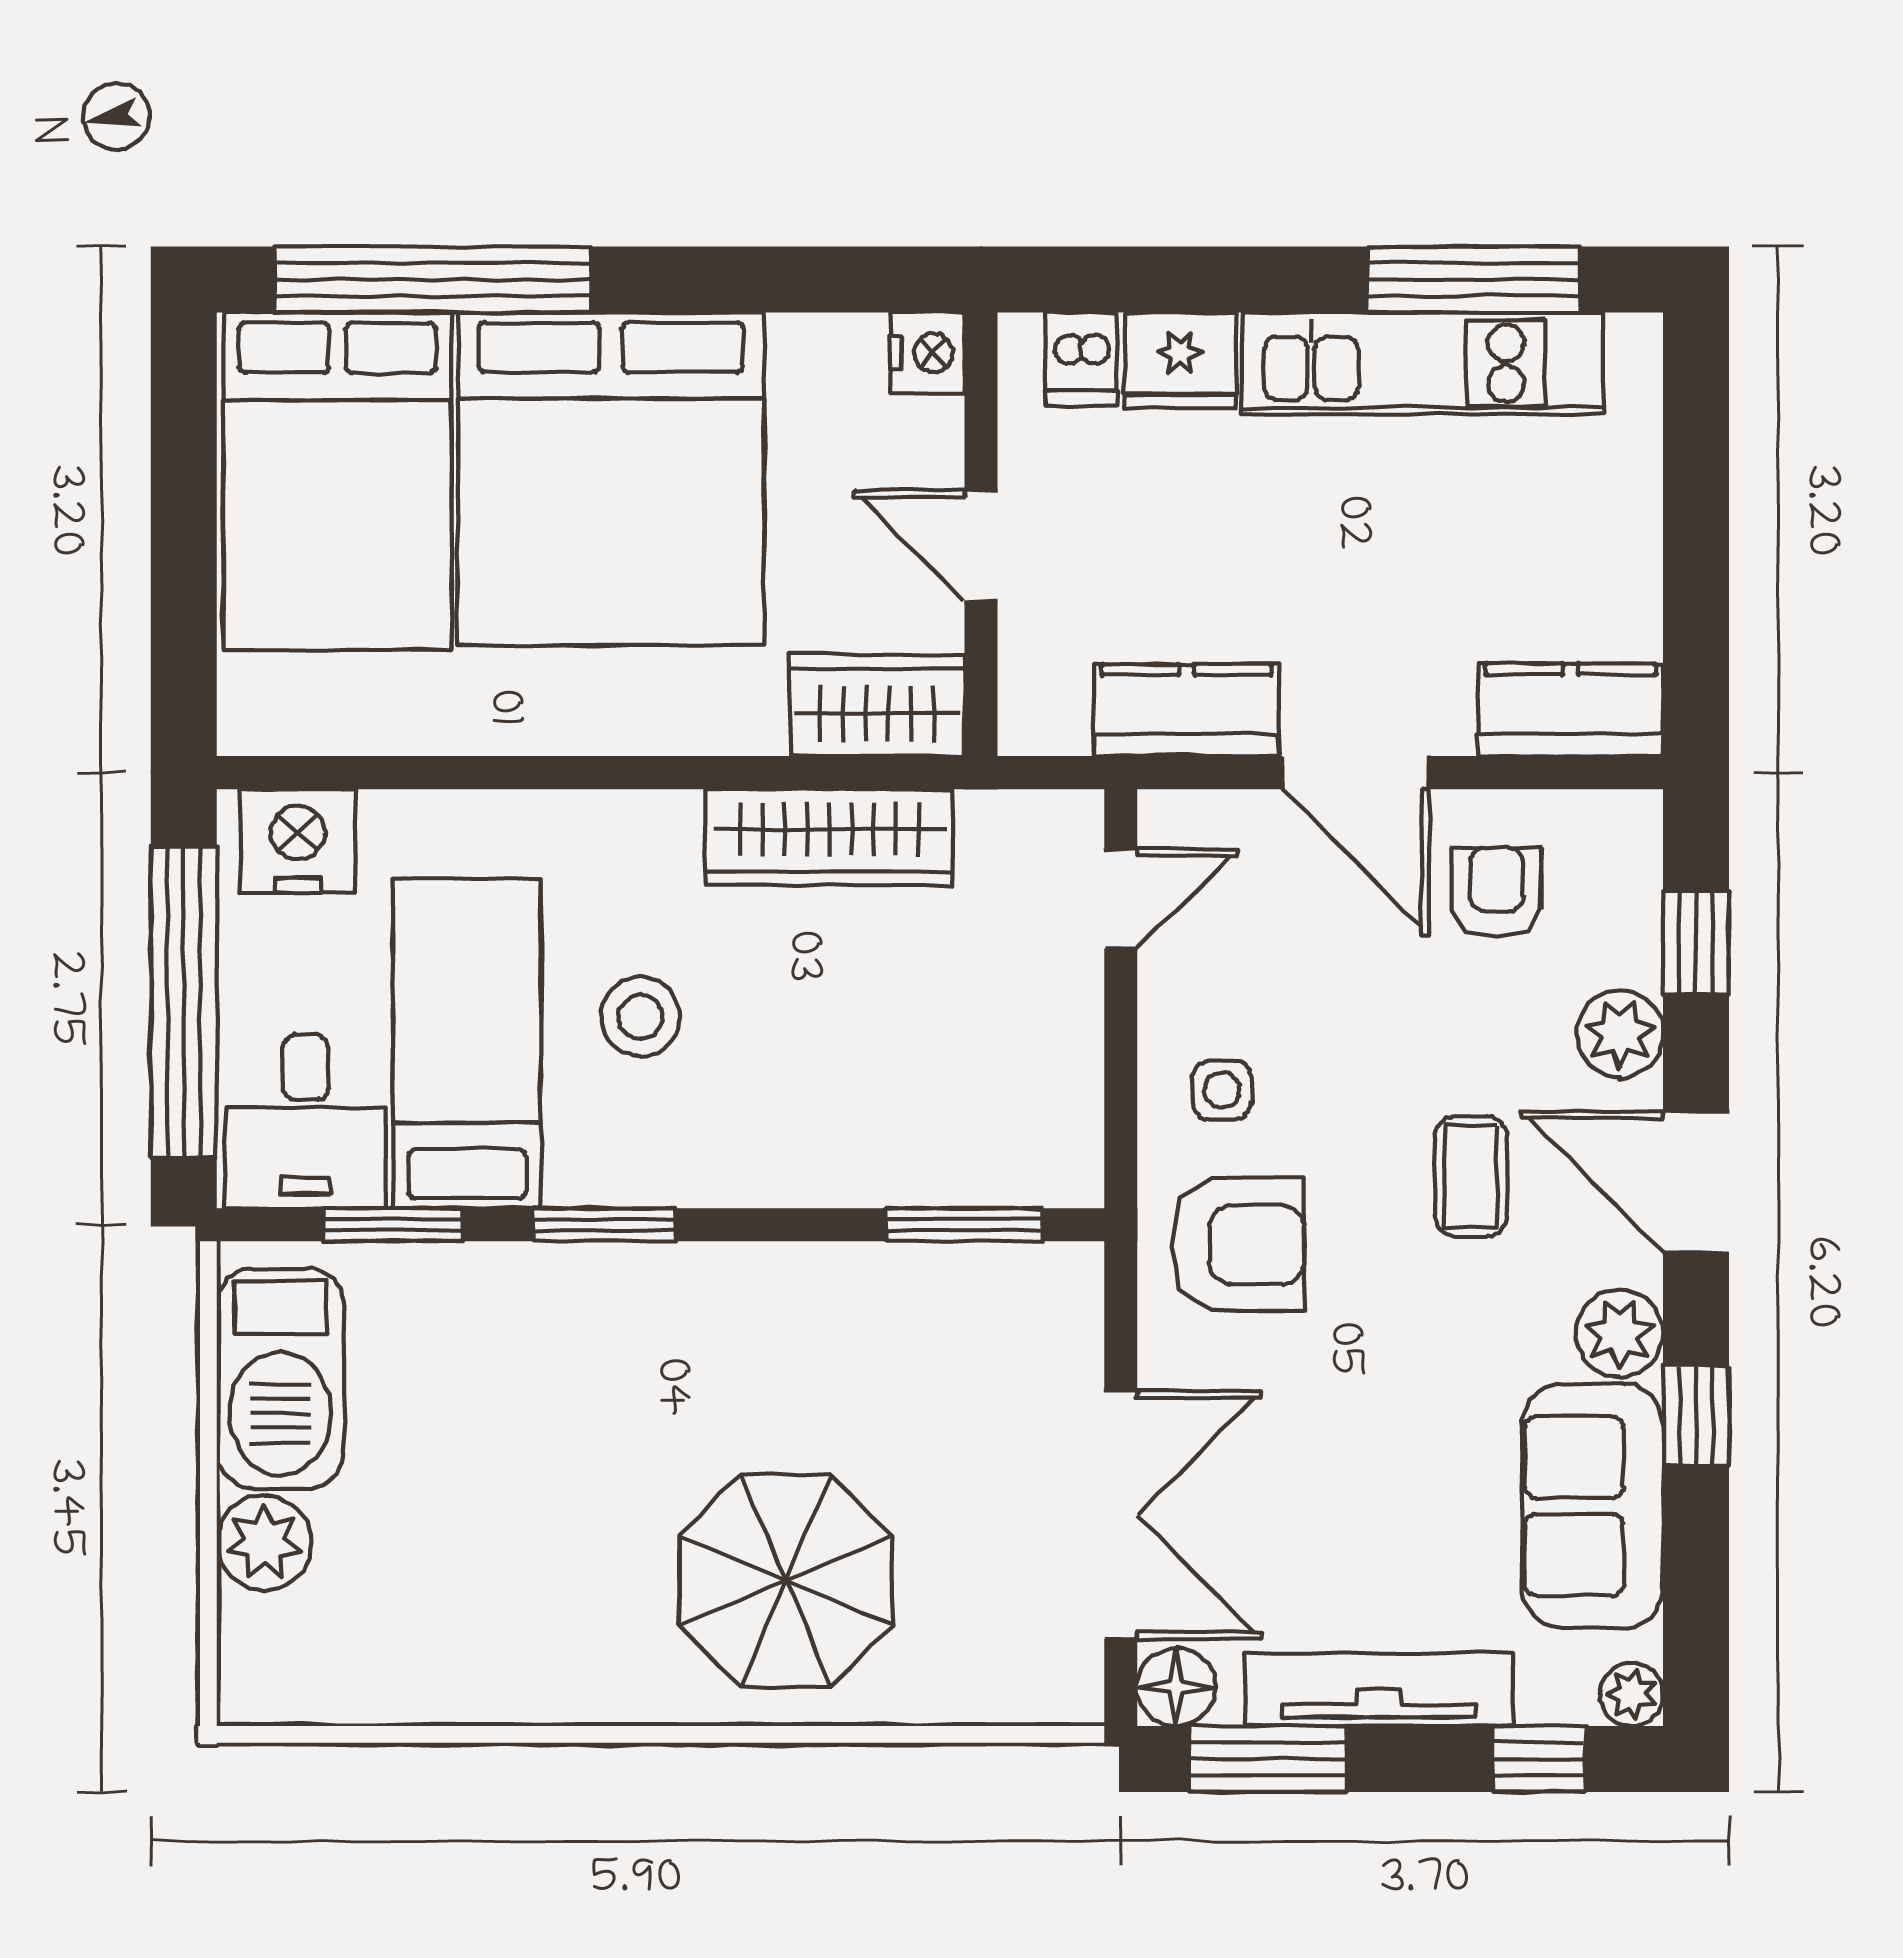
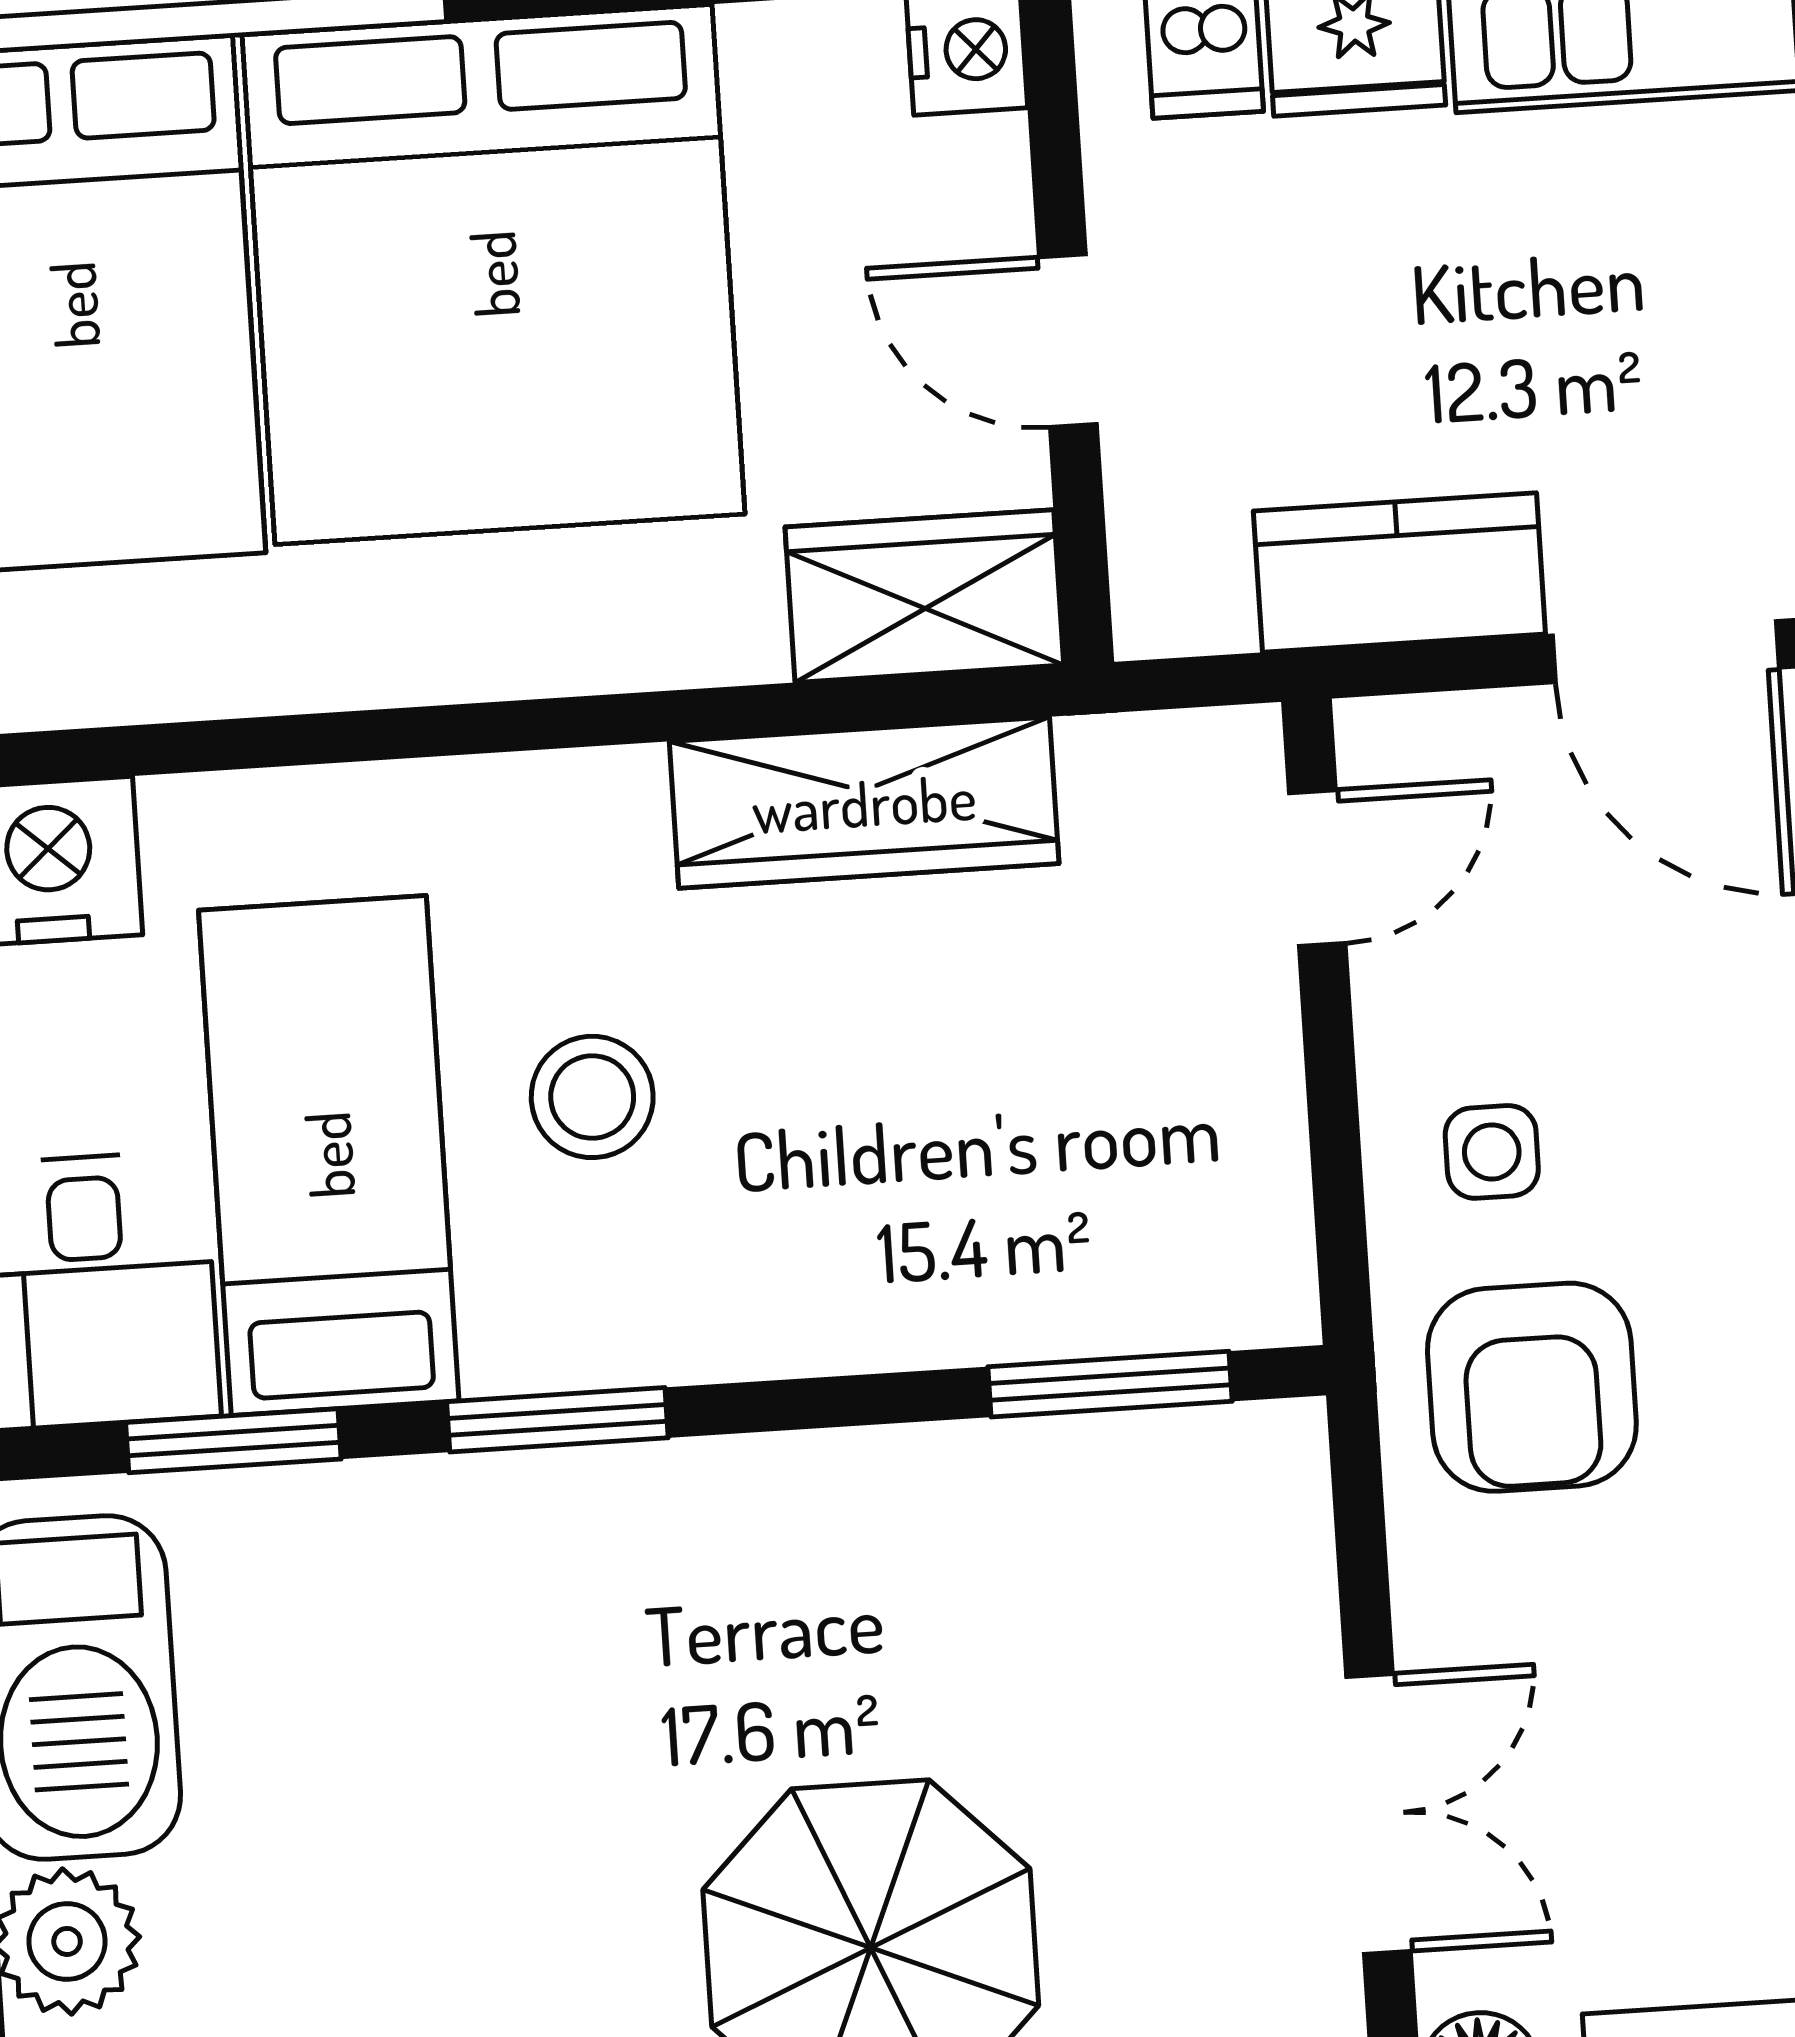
armchair: (1238, 1244) -> (1532, 1387), turned 90
double door: (1121, 1515) -> (1378, 1814), width x0.73

